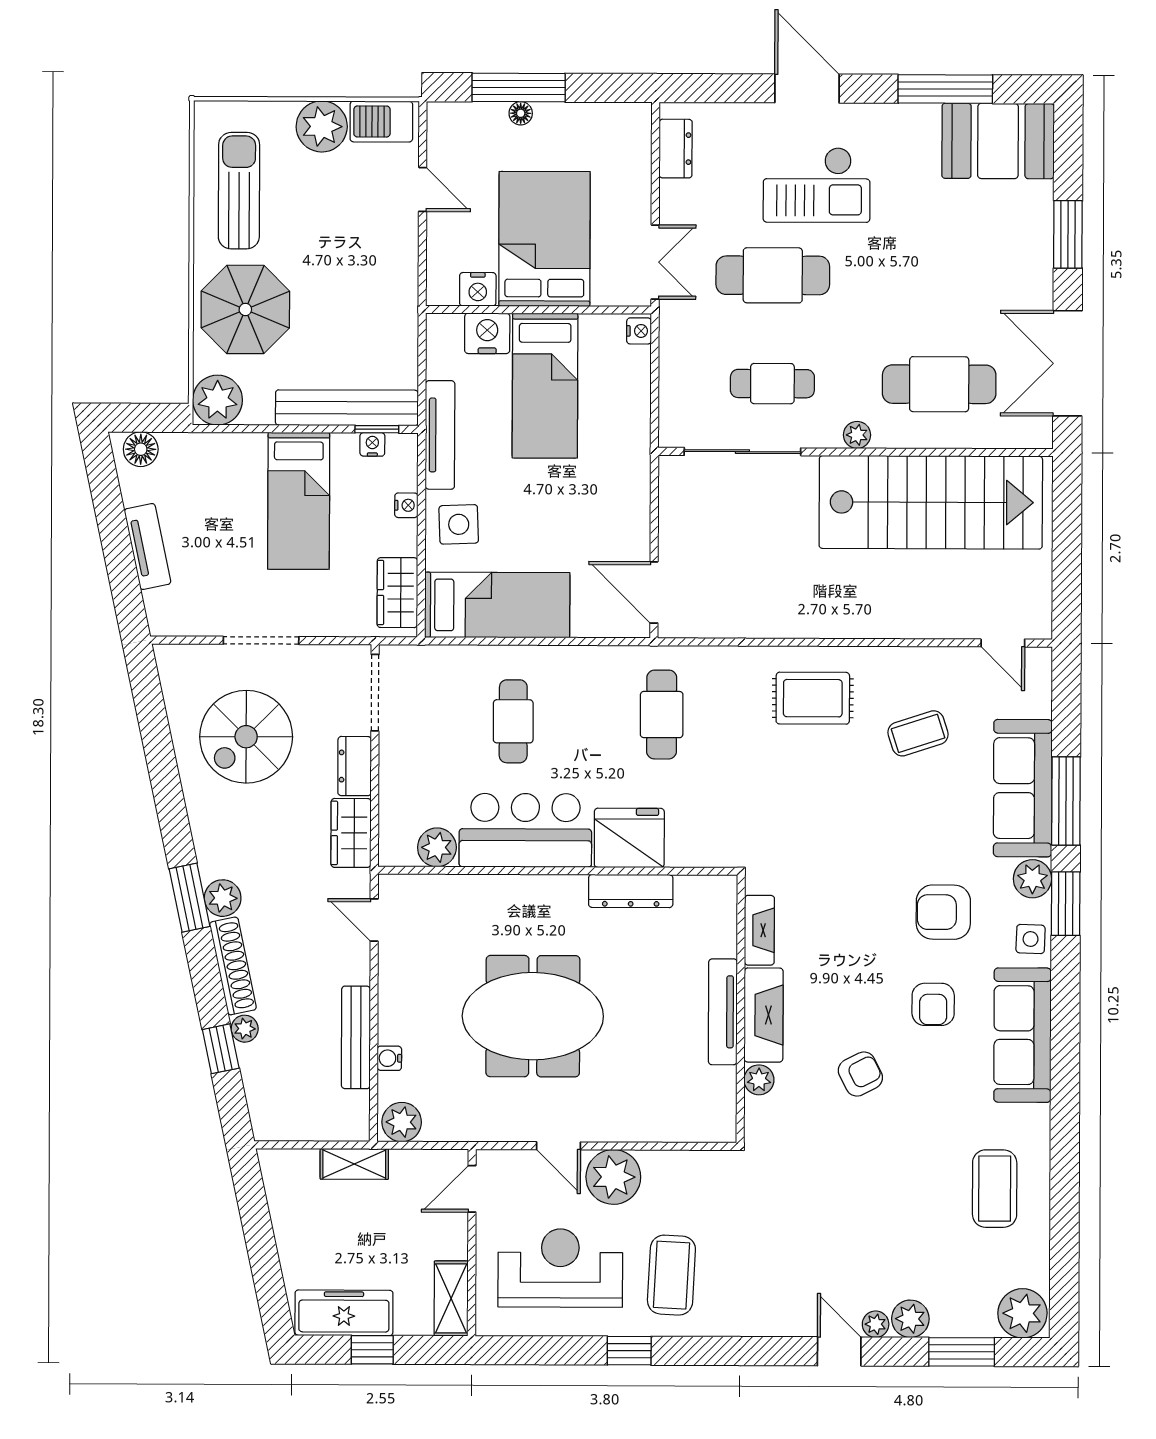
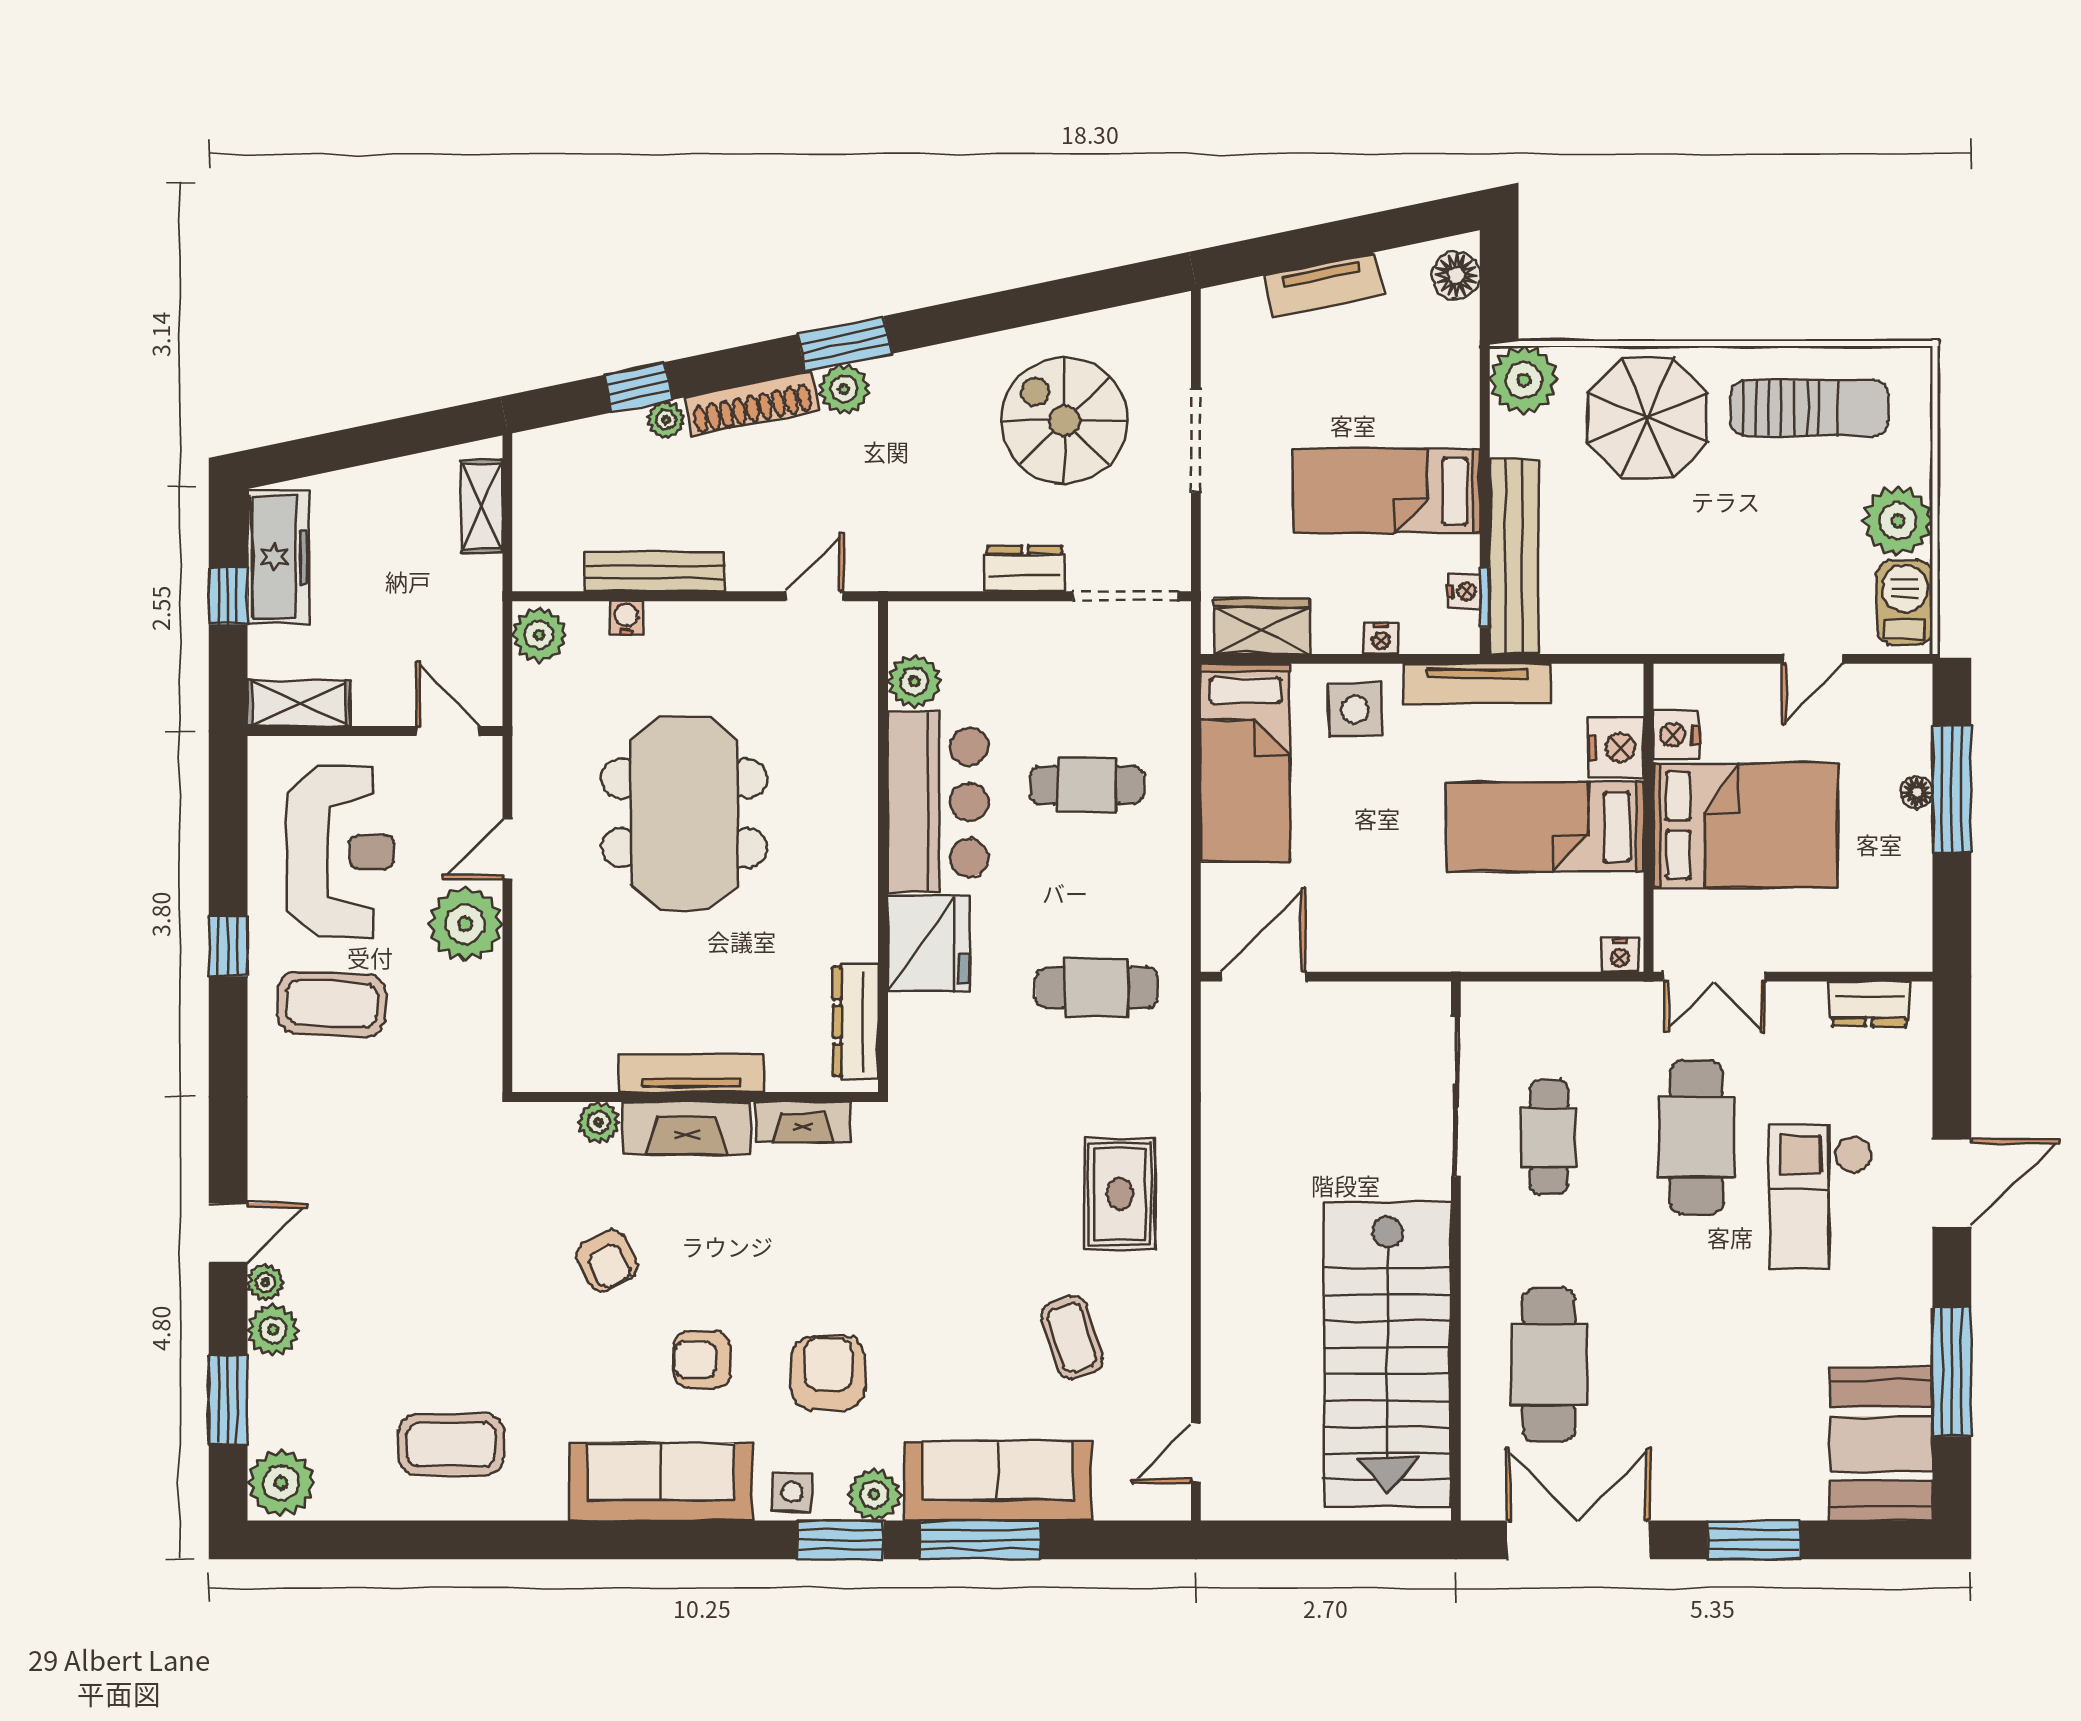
plant: (857, 435) -> (1479, 1253), removed
wardrobe: (351, 833) -> (934, 564), removed
dresser: (631, 891) -> (856, 1021), moved
shelving: (354, 1164) -> (482, 506), moved

